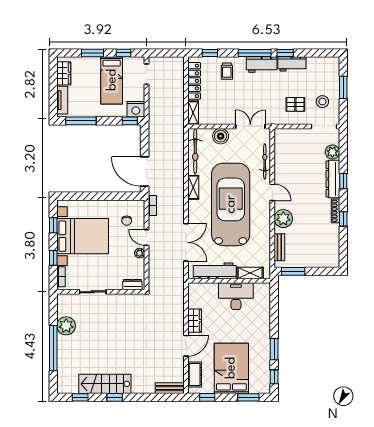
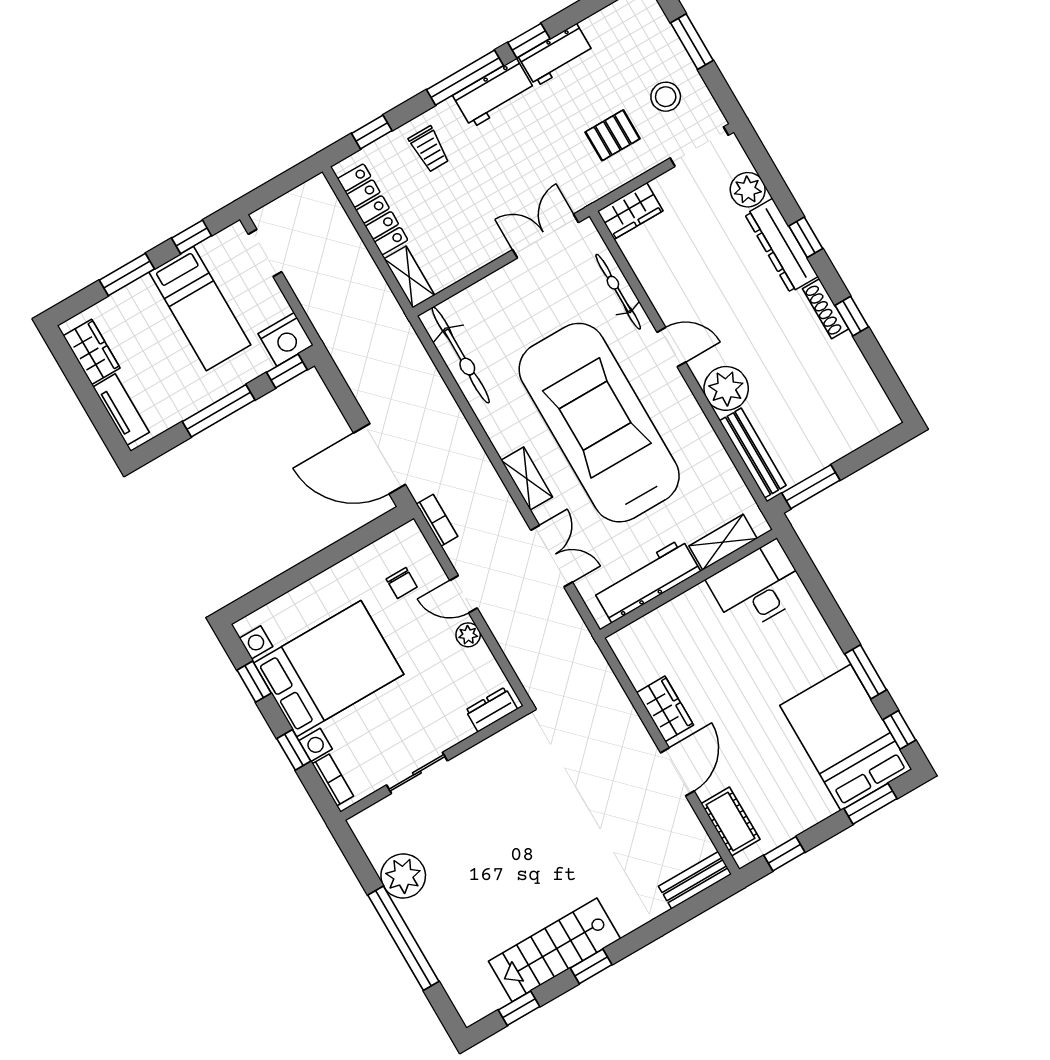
window: (81, 121) -> (219, 411), moved
wardrobe: (286, 135) -> (630, 211), added
boiler: (221, 136) -> (495, 293), removed
shelving: (193, 187) -> (527, 479), moved
double door: (186, 242) -> (552, 556), width x0.73
bench: (279, 247) -> (753, 453), width x1.36
desk: (236, 296) -> (757, 587), moved
bed: (231, 368) -> (846, 737), moved

